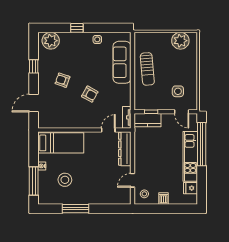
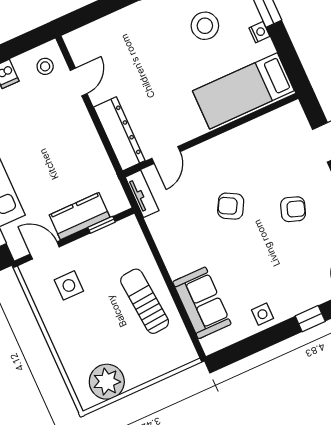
sofa: (122, 62) -> (202, 303), width x0.73
kitchen counter: (148, 120) -> (80, 216), moved

